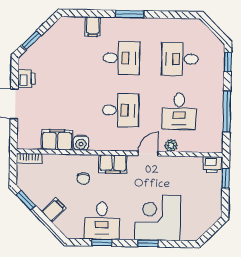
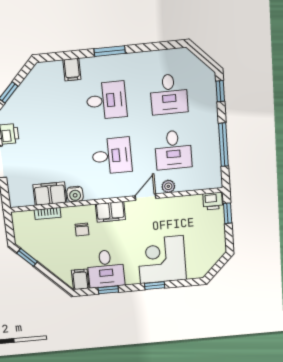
desk: (180, 59) -> (169, 94), turned -90
bookcase: (29, 158) -> (48, 213), moved
filing cabinet: (54, 210) -> (80, 279), moved, turned -45

